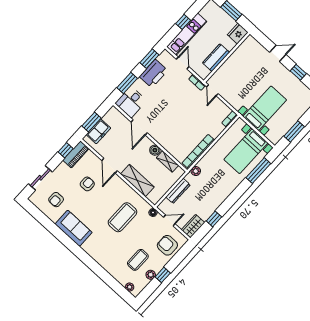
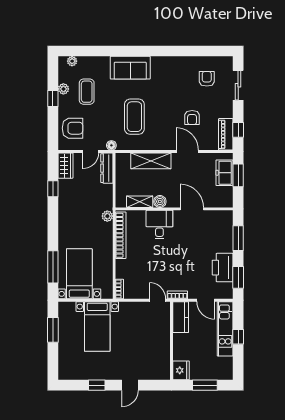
kitchen counter: (216, 58) -> (181, 317), moved
desk: (131, 102) -> (159, 225), moved
dresser: (178, 191) -> (107, 168), moved
sofa: (74, 228) -> (130, 68), moved

